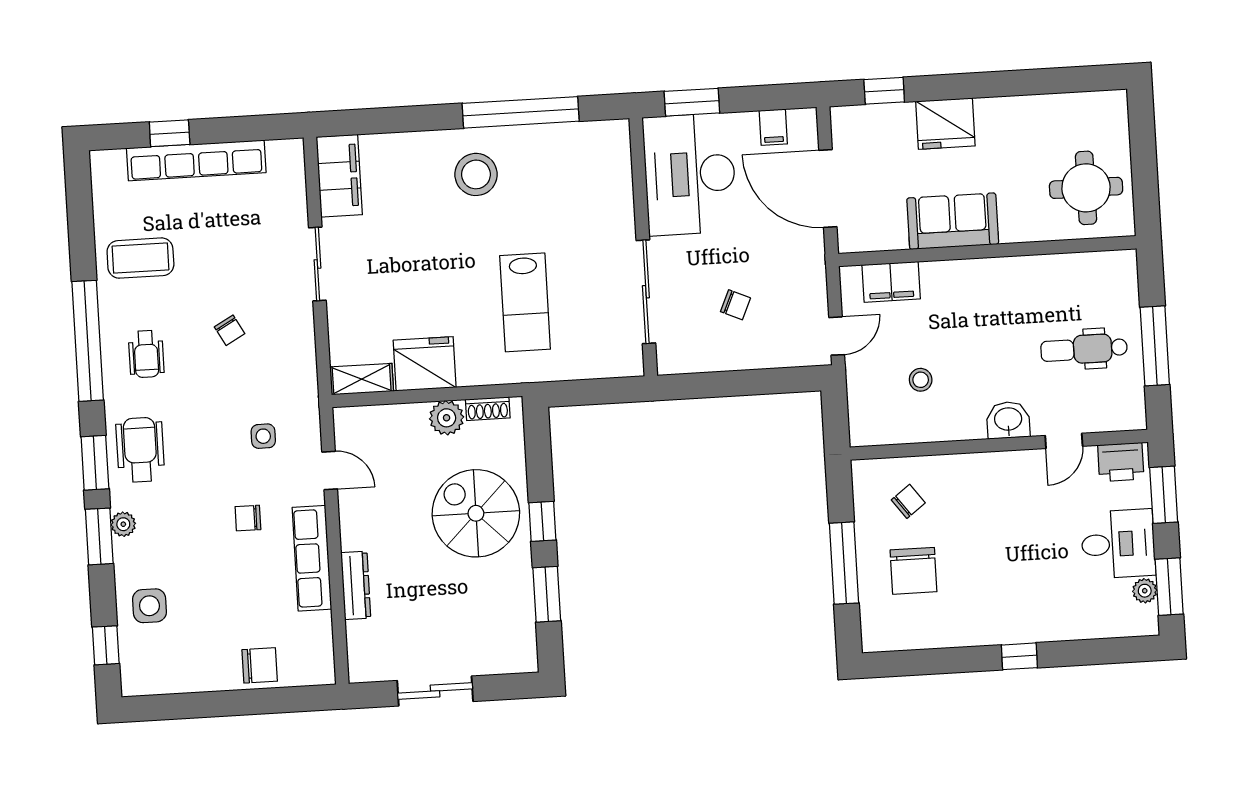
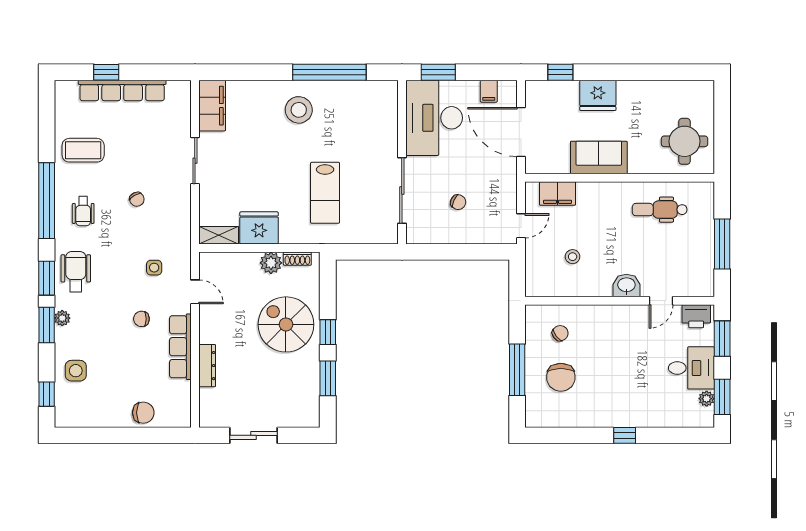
dental chair: (1084, 349) -> (660, 210), moved

